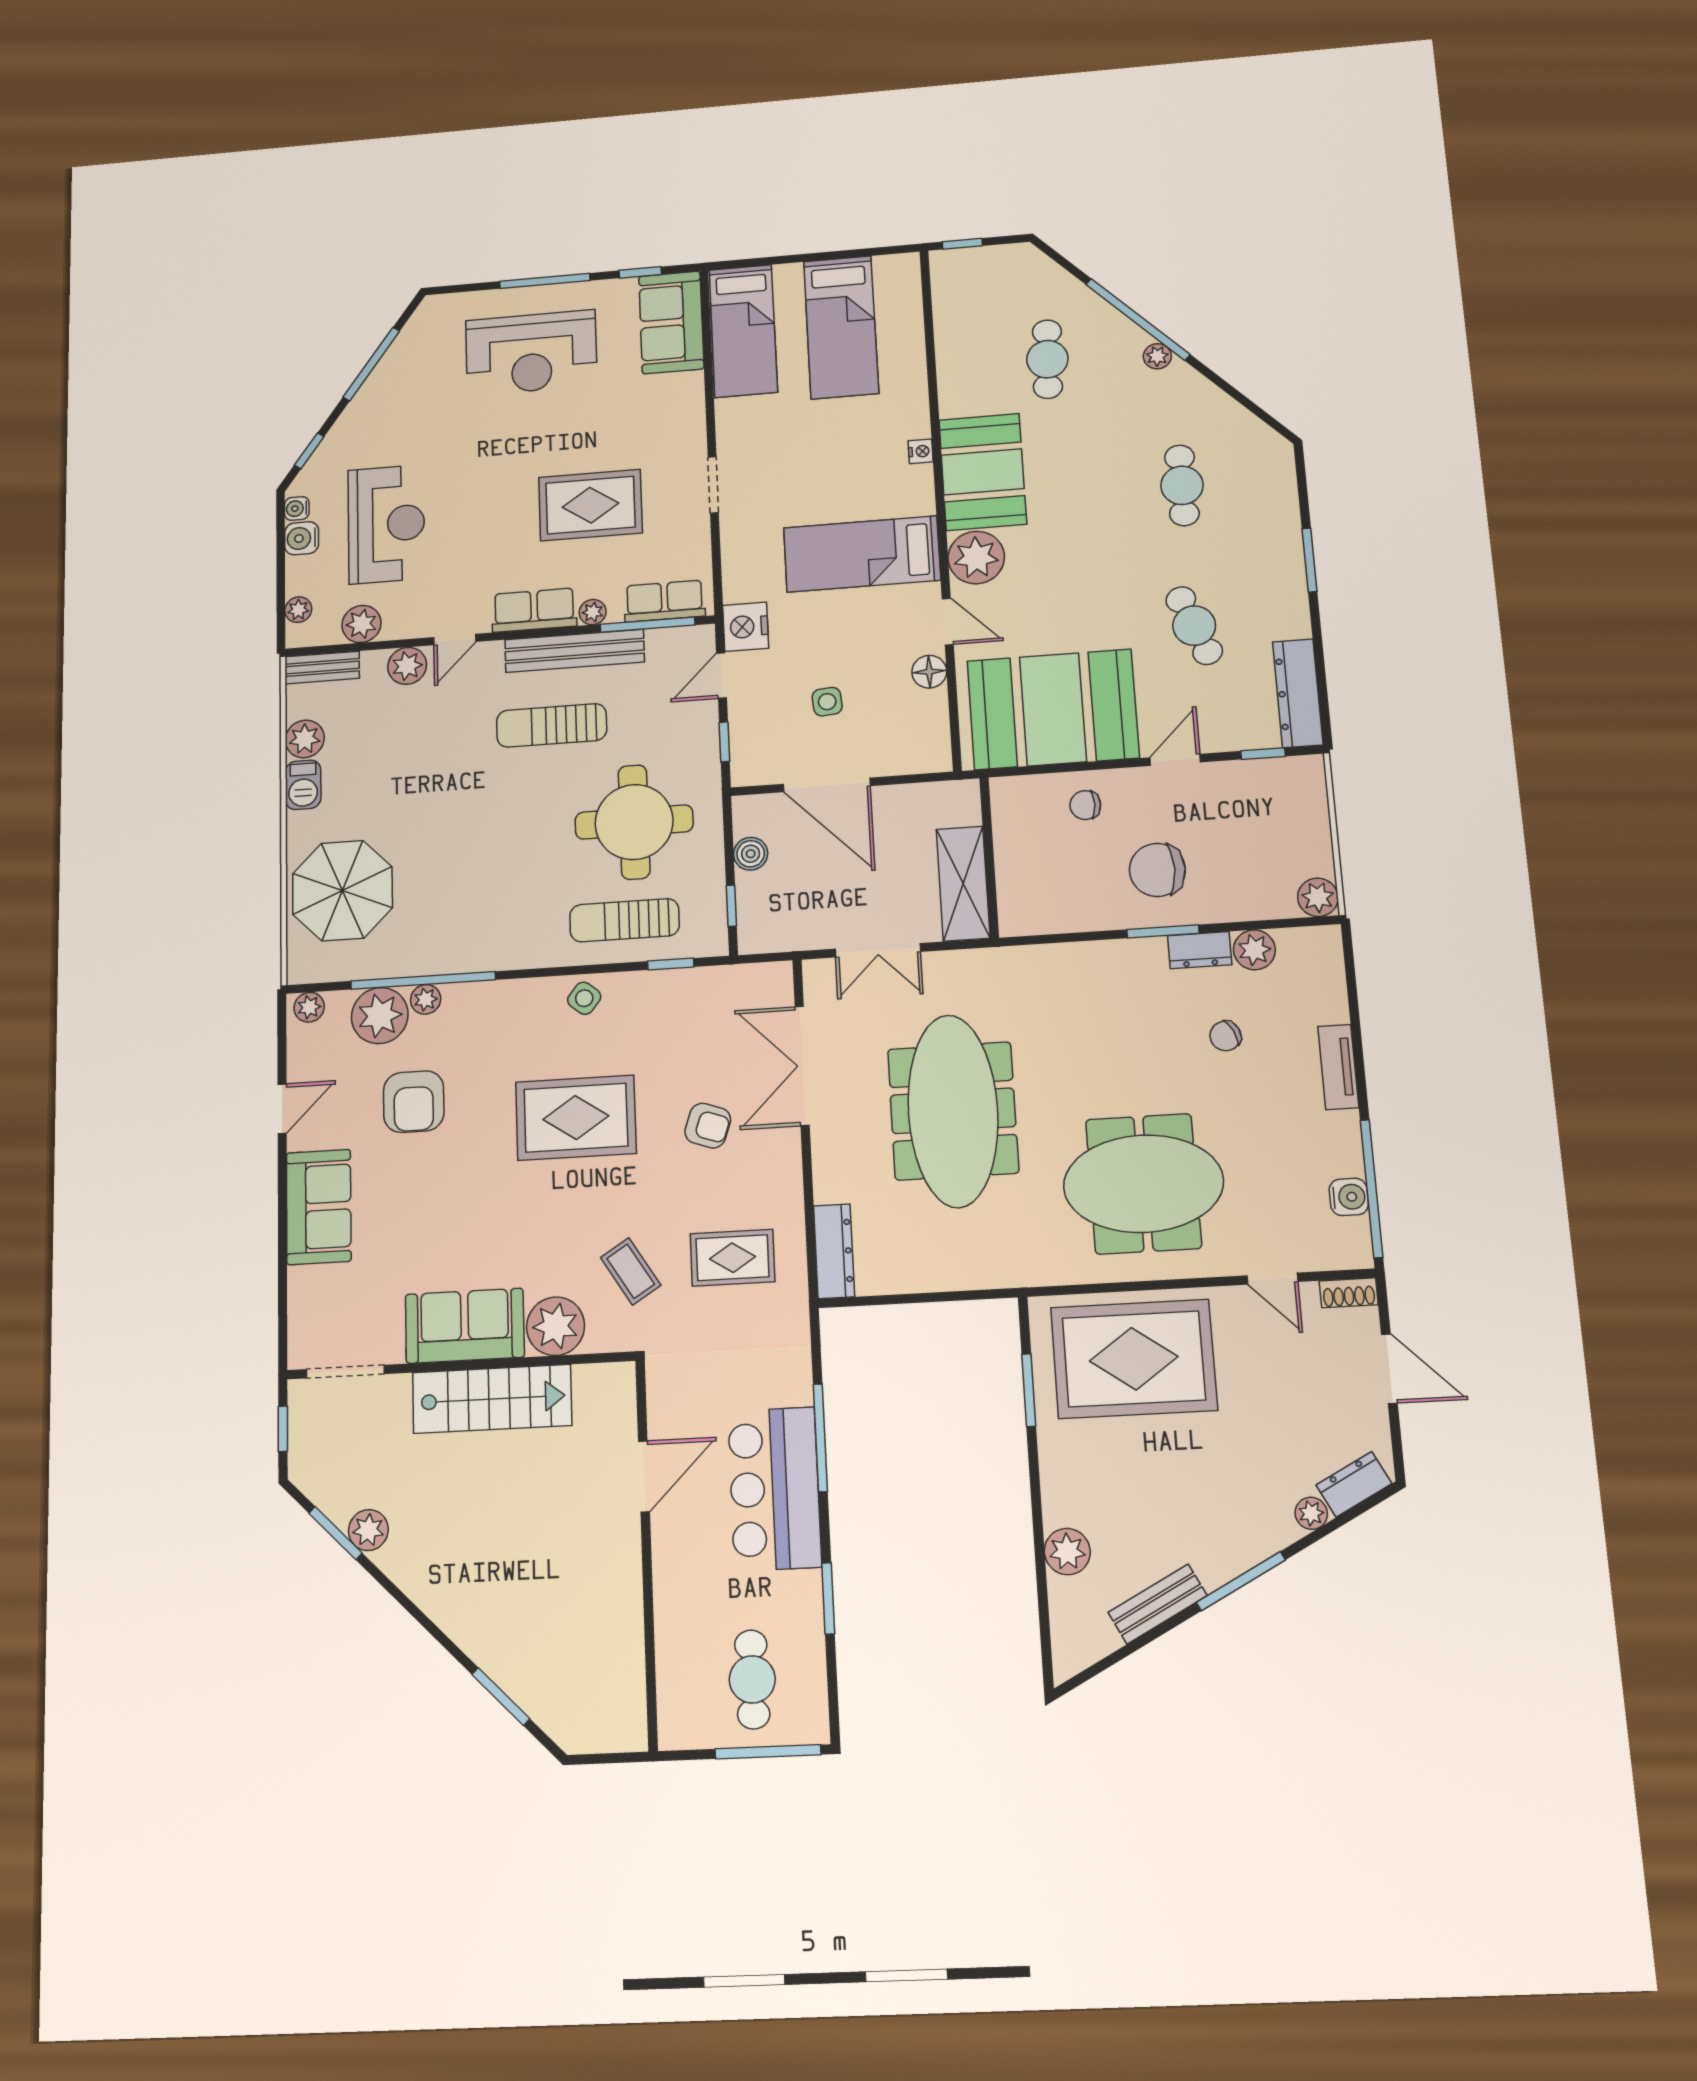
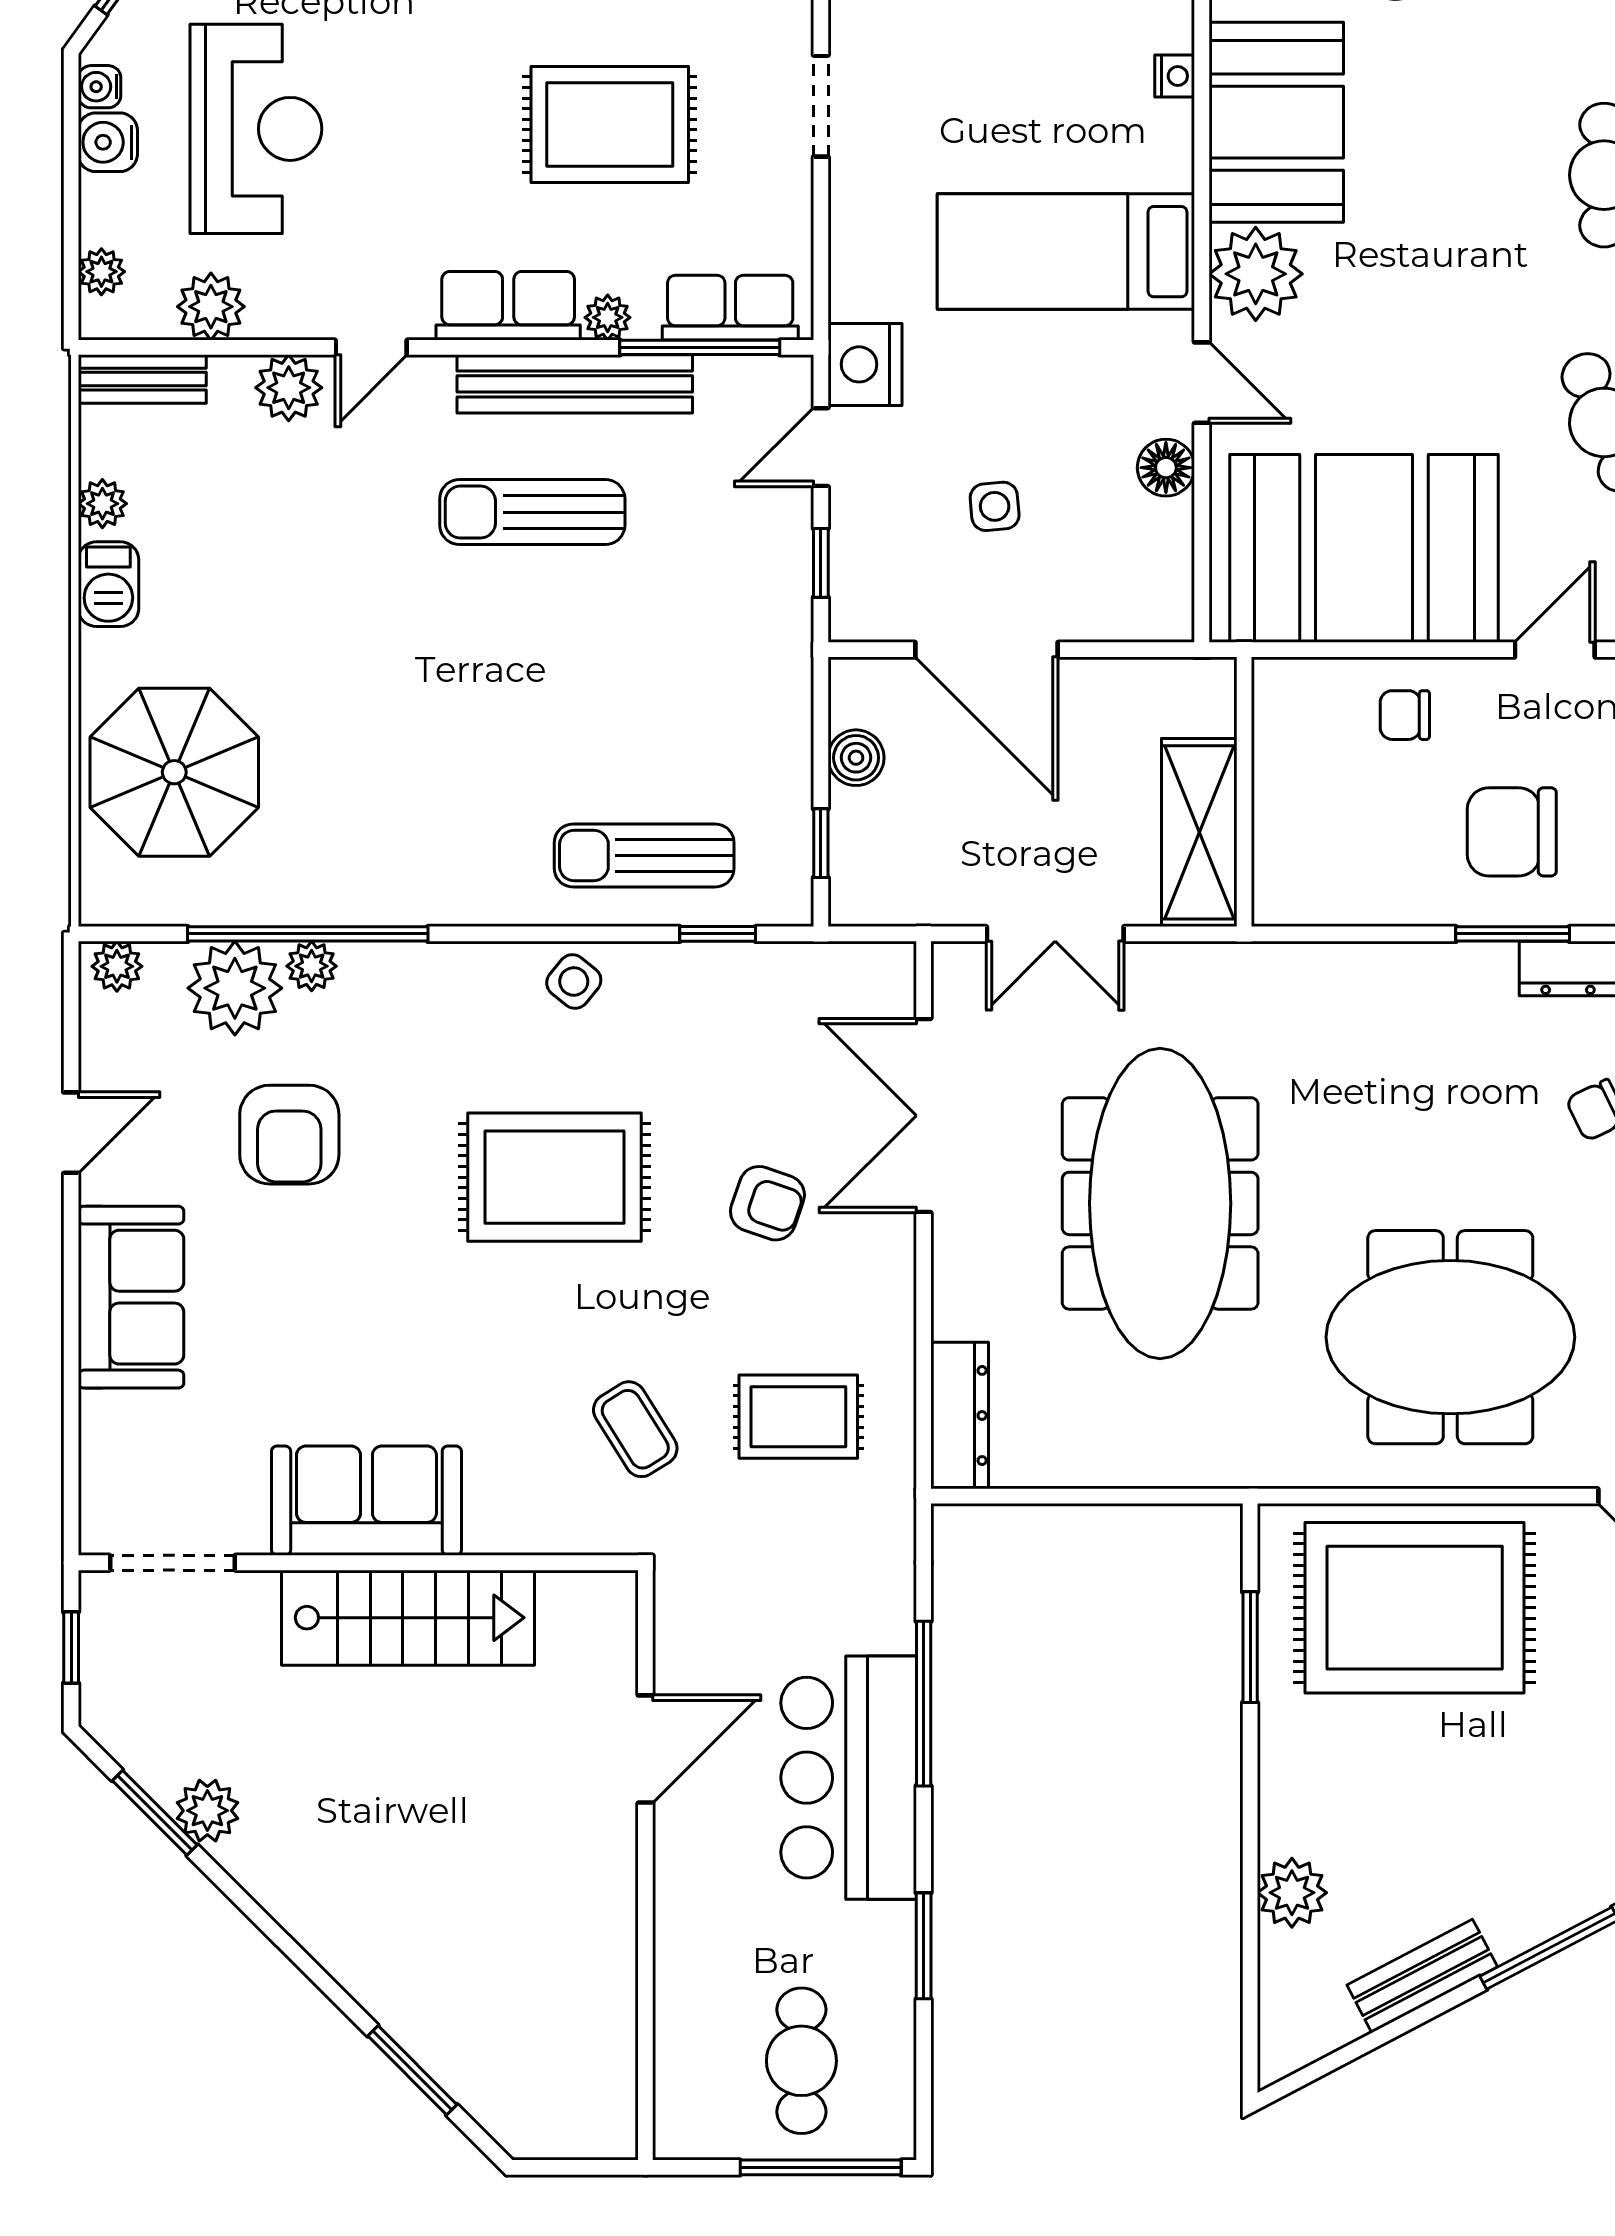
plant: (305, 739) -> (102, 504), width x0.73, depth x0.73
round table: (634, 822) -> (666, 690), removed
plant: (556, 1326) -> (512, 1509), removed

